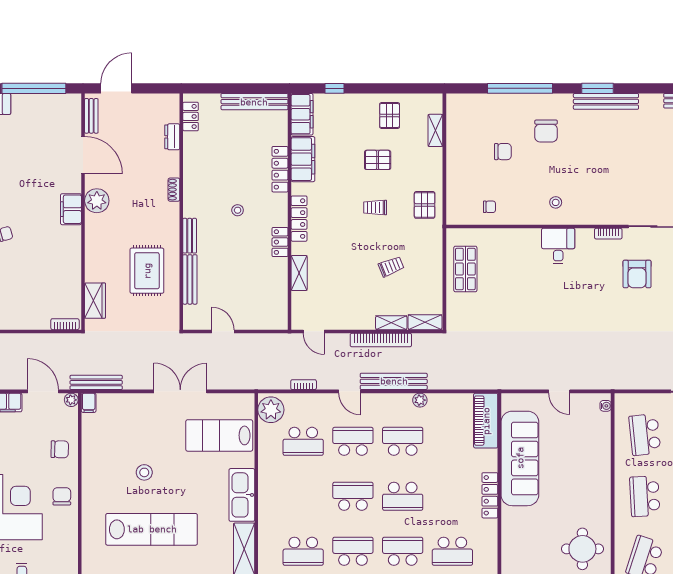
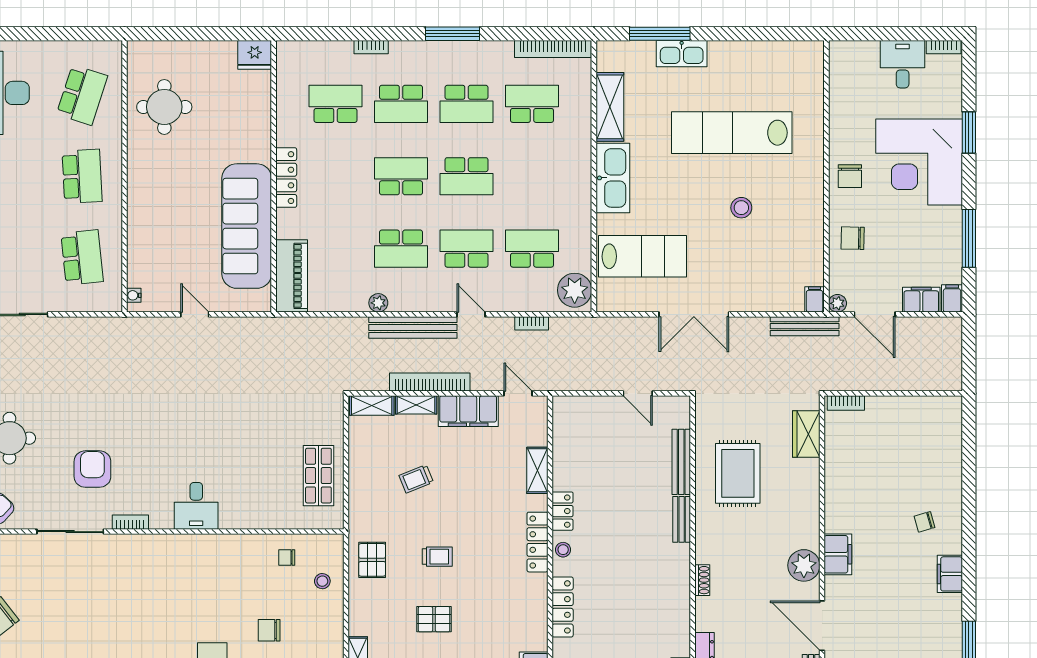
filing cabinet: (303, 159) -> (468, 411), moved, turned -90
stool: (556, 202) -> (322, 581), moved
stool: (238, 210) -> (563, 550), moved
school desk: (353, 441) -> (467, 249), turned 180

